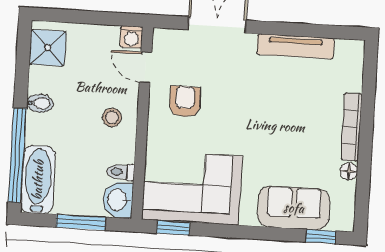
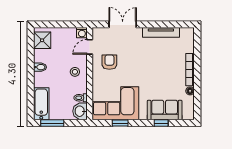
door: (146, 67) -> (90, 47), hinge flipped
window: (17, 155) -> (31, 93), removed
window: (81, 222) -> (52, 123), moved
window: (173, 228) -> (120, 123), moved
window: (321, 237) -> (161, 123), moved

